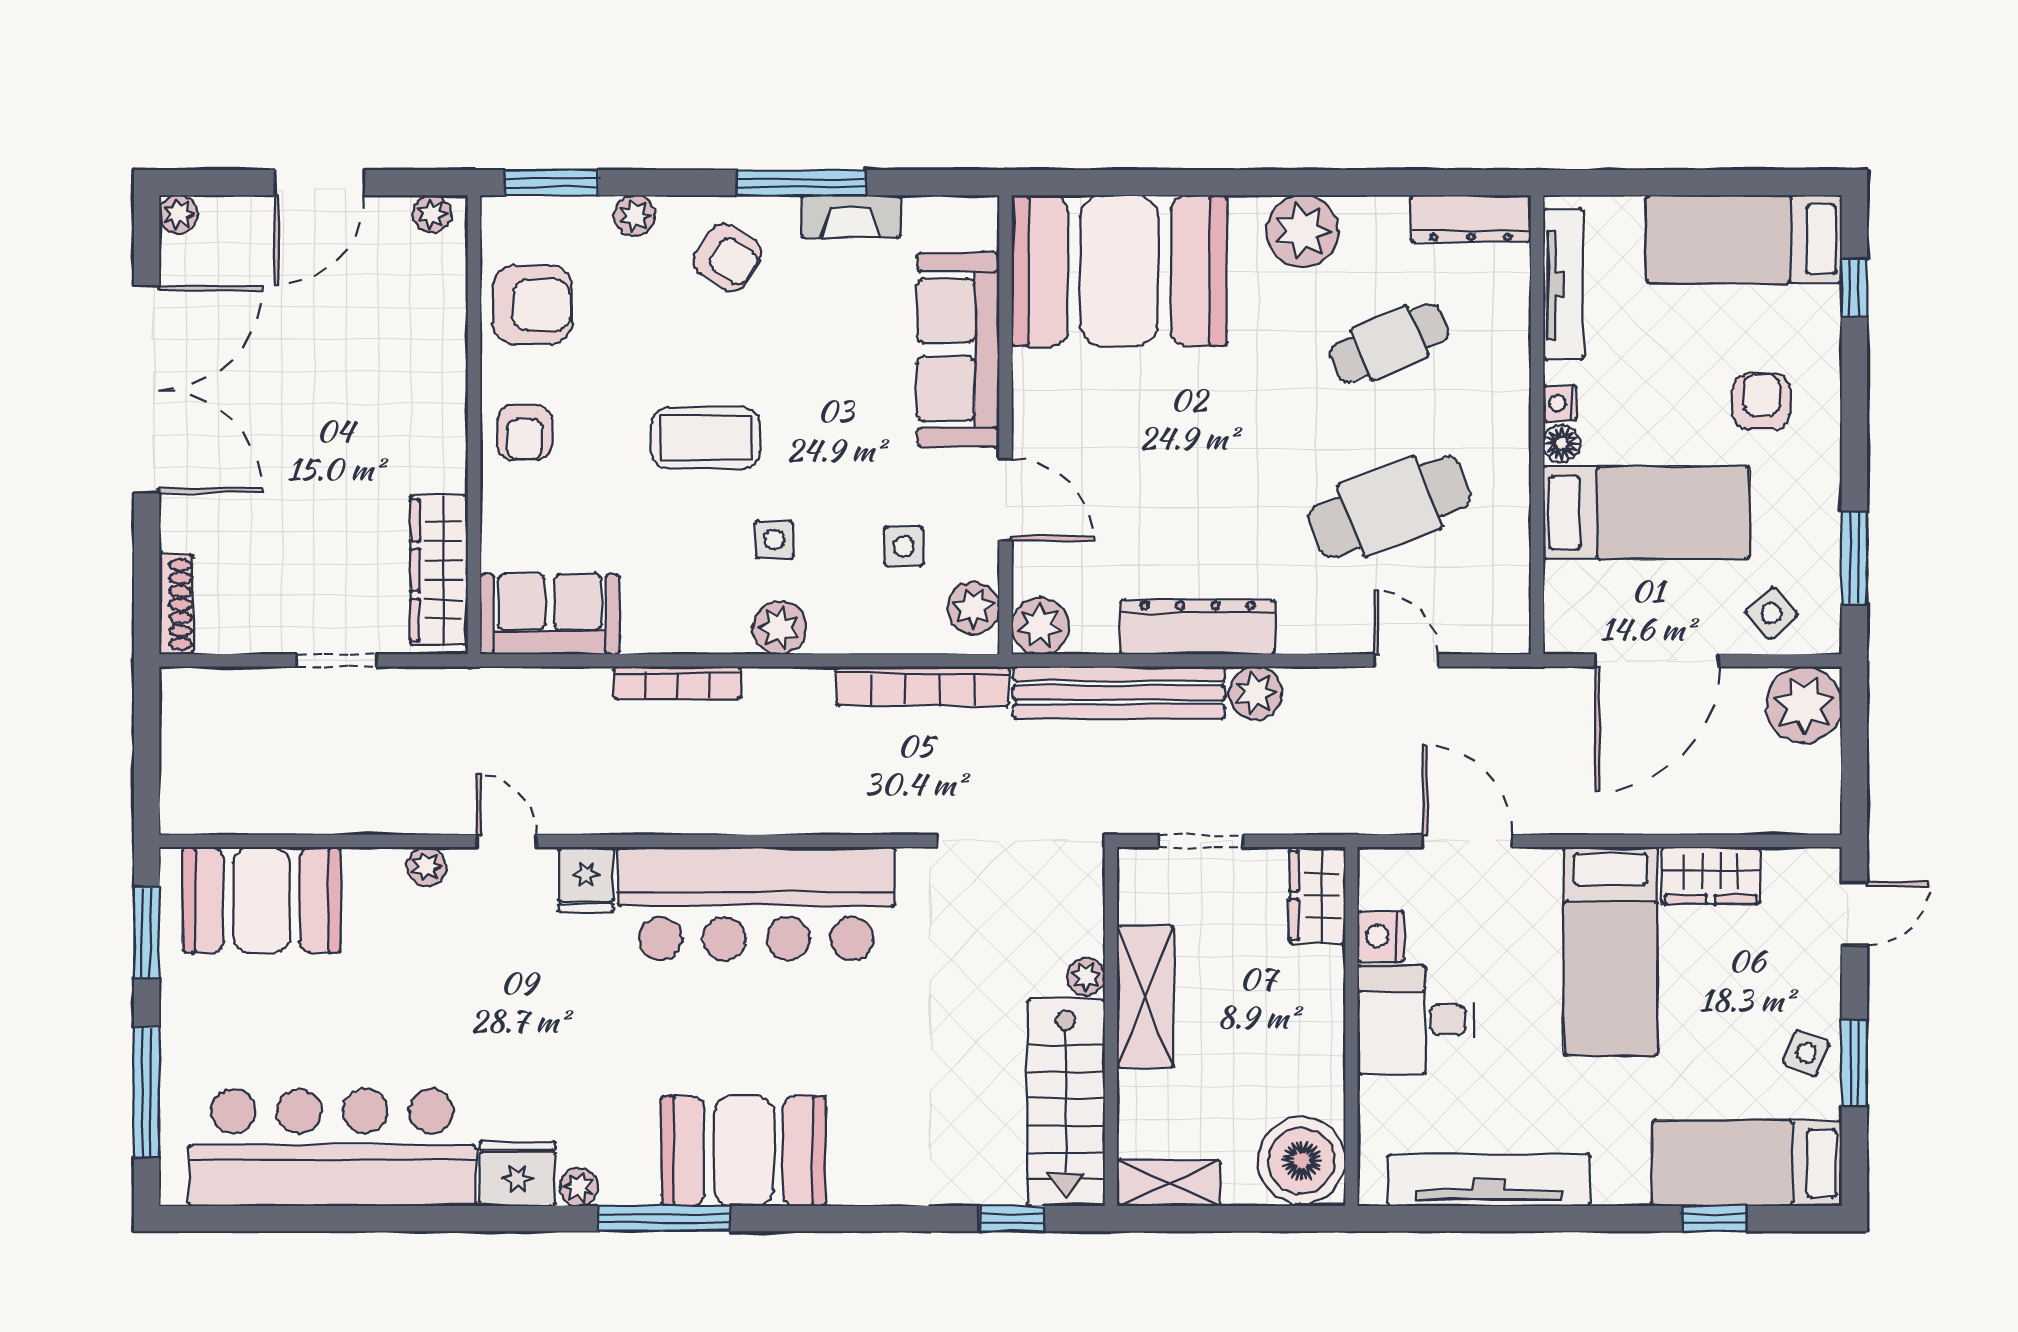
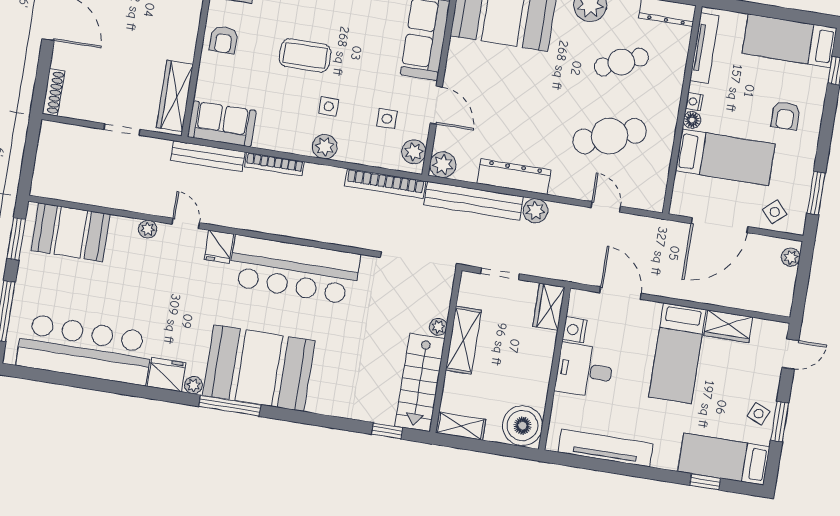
armchair: (1761, 402) -> (785, 116), turned 180
bench: (531, 689) -> (208, 156), added
plant: (1804, 705) -> (791, 257), width x0.53, depth x0.53
booth: (744, 1151) -> (259, 368), width x1.36, depth x1.42

